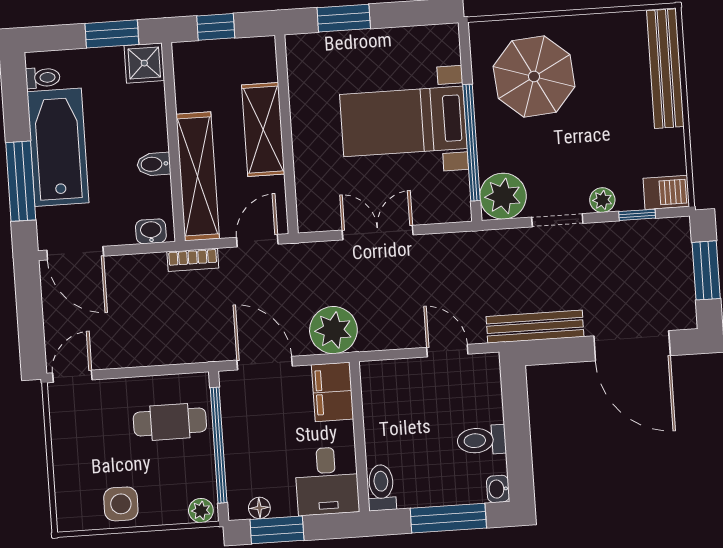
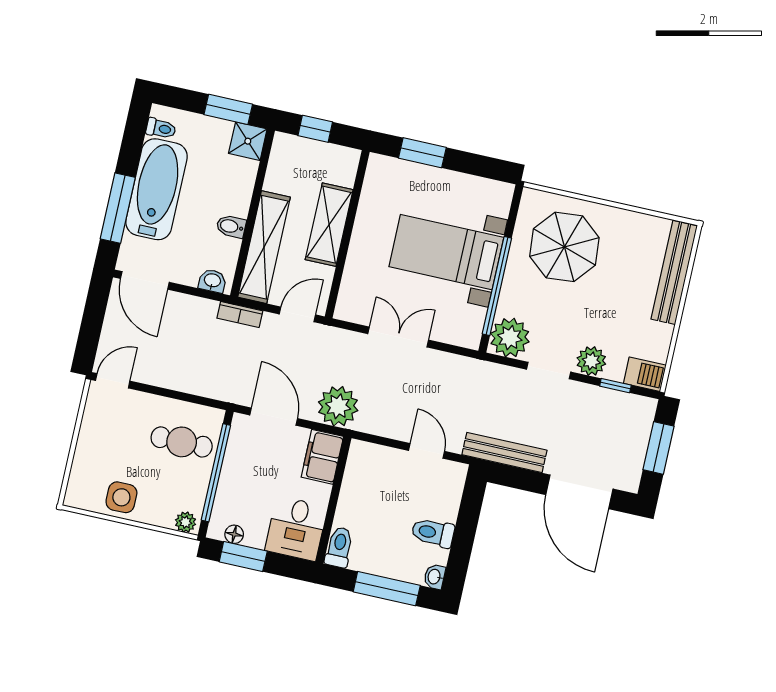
plant: (602, 200) -> (591, 361), width x1.38, depth x1.38

